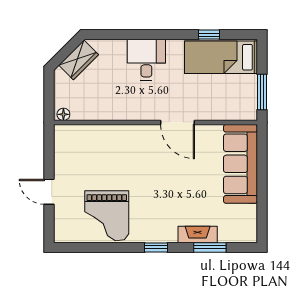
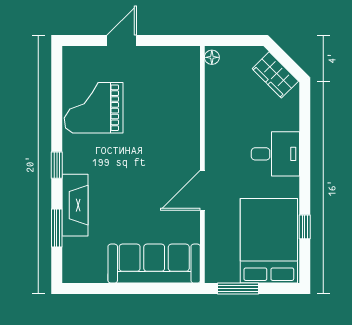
bed: (221, 57) -> (269, 241), width x1.50
fireplace: (198, 234) -> (75, 205), width x1.37, depth x1.32

